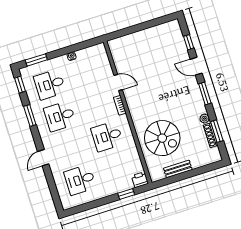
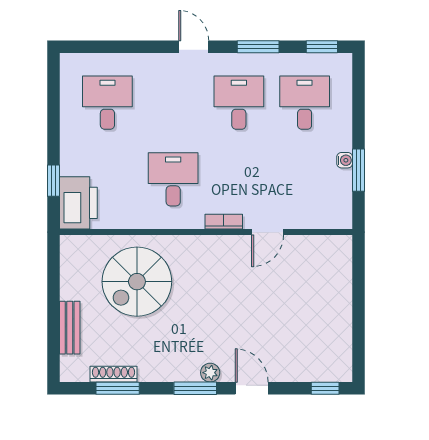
window: (189, 42) -> (325, 388), moved
window: (36, 60) -> (359, 170), moved
door: (196, 66) -> (252, 388), hinge flipped
plant: (205, 119) -> (210, 373), moved
door: (43, 158) -> (194, 47), moved
bench: (178, 169) -> (70, 328), moved
printer: (140, 180) -> (78, 203), width x1.87, depth x1.48

